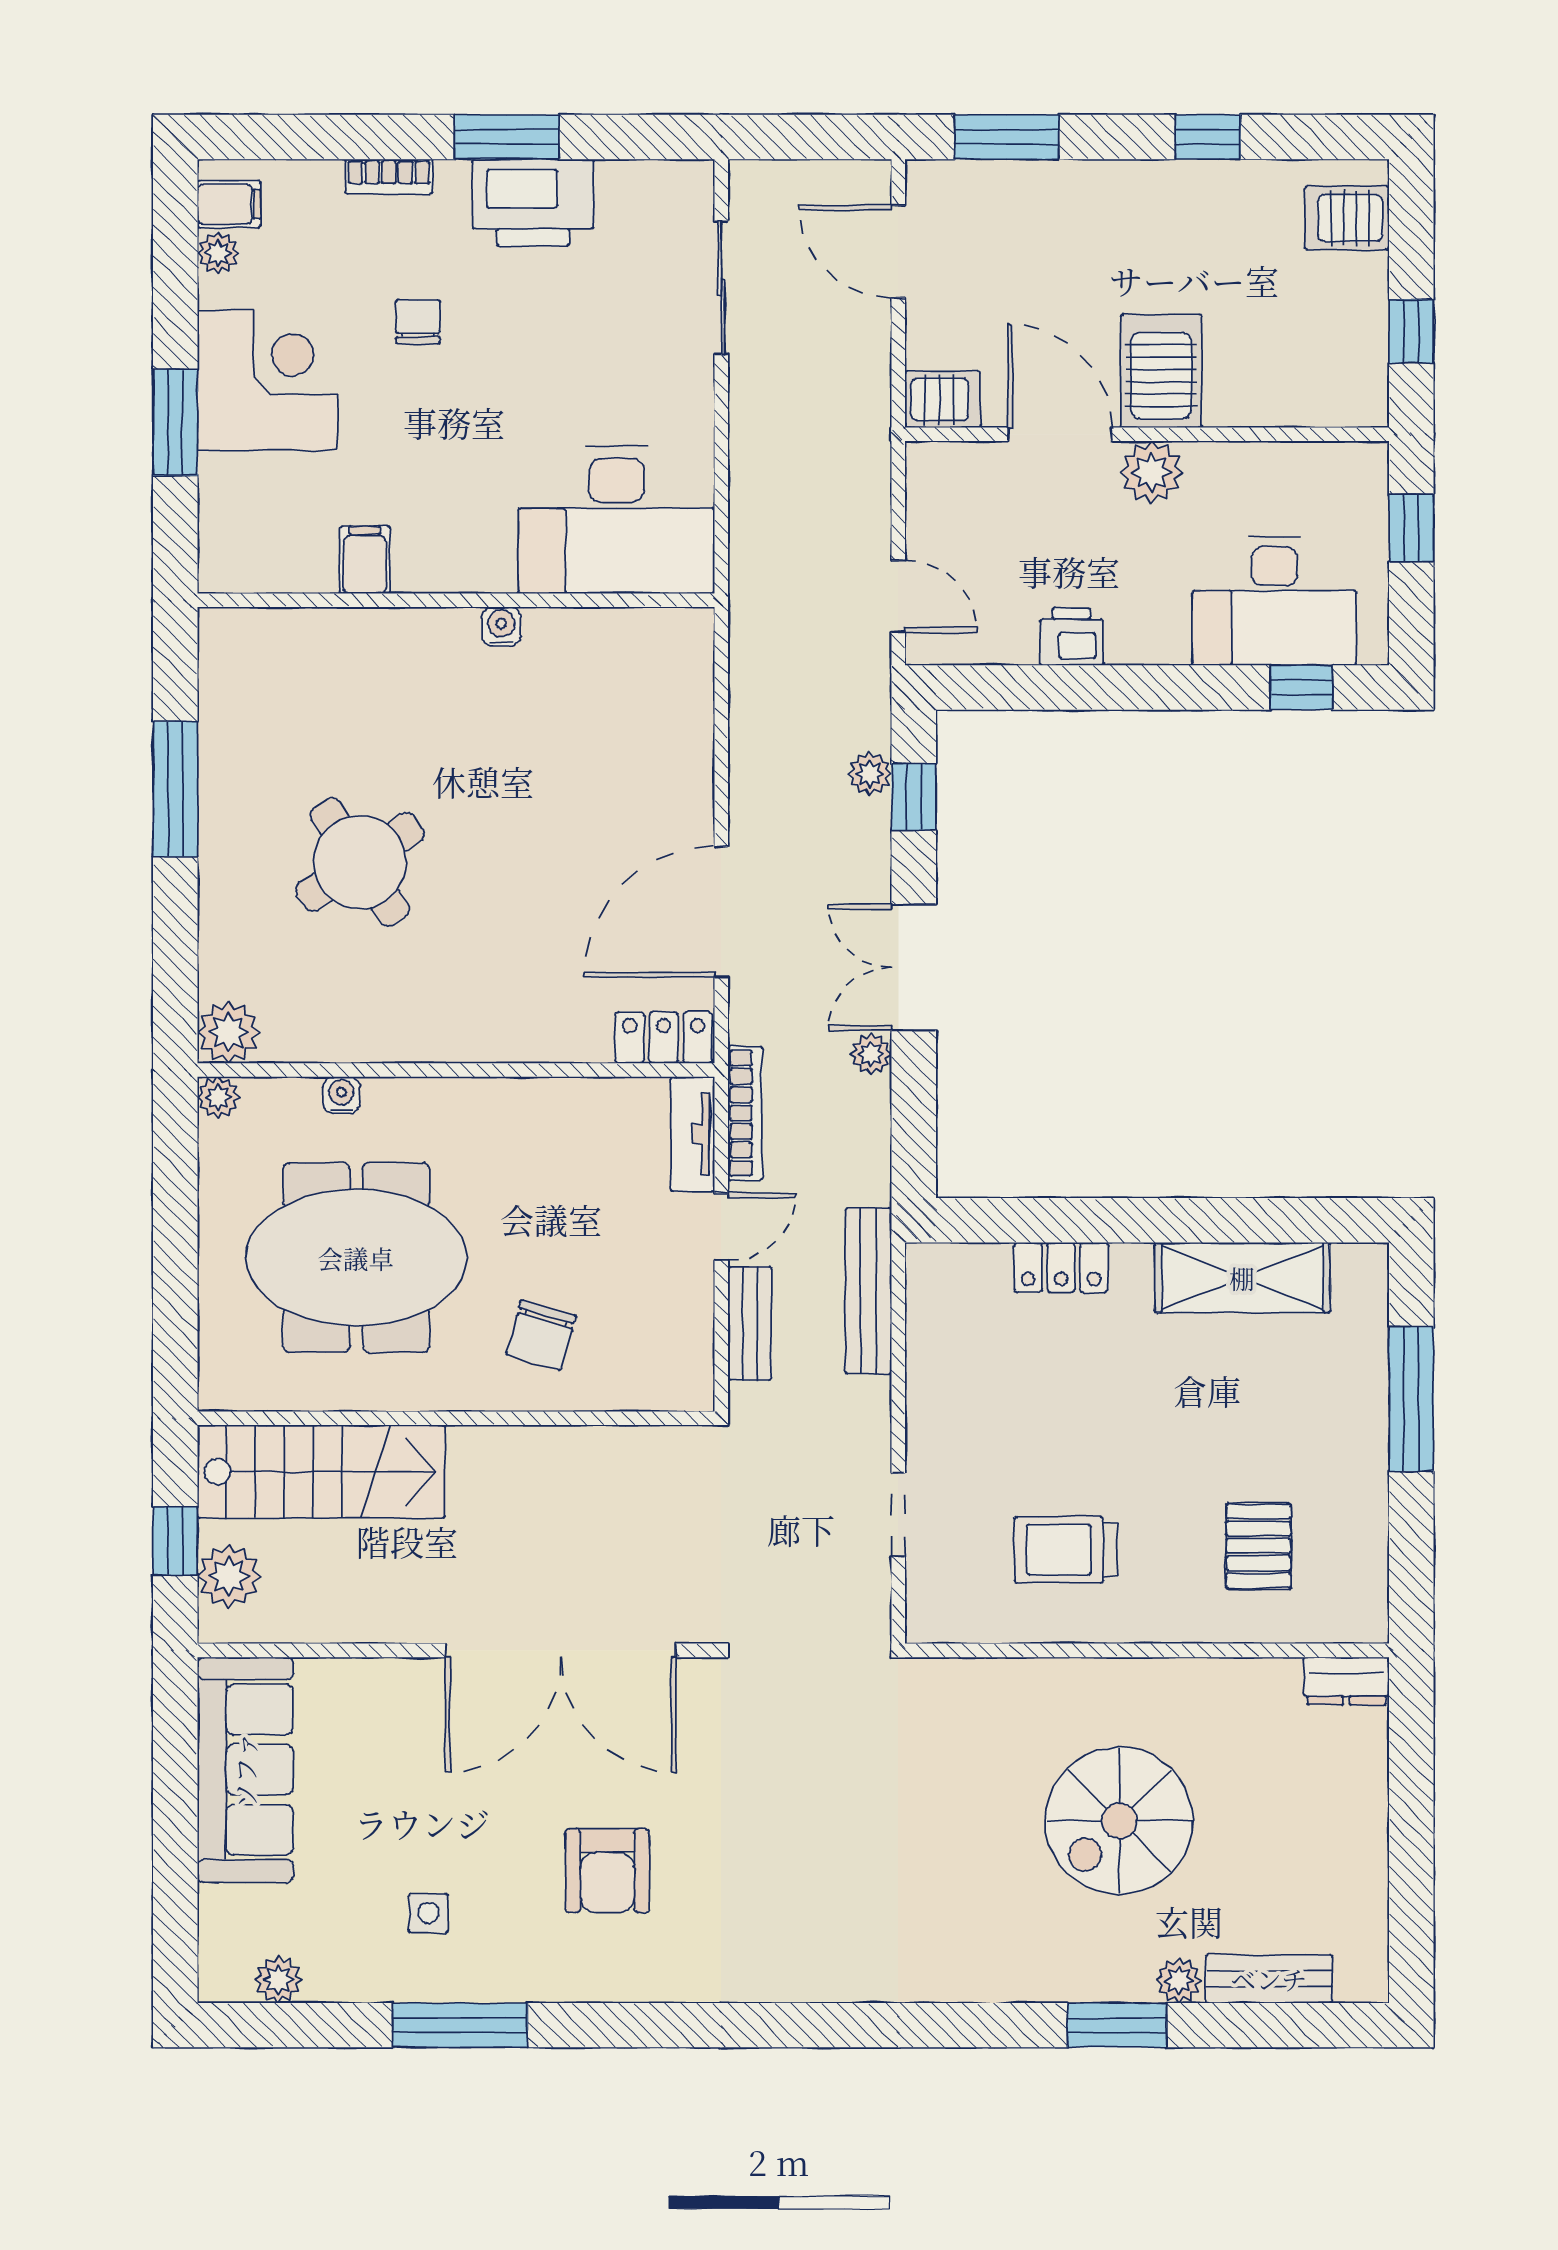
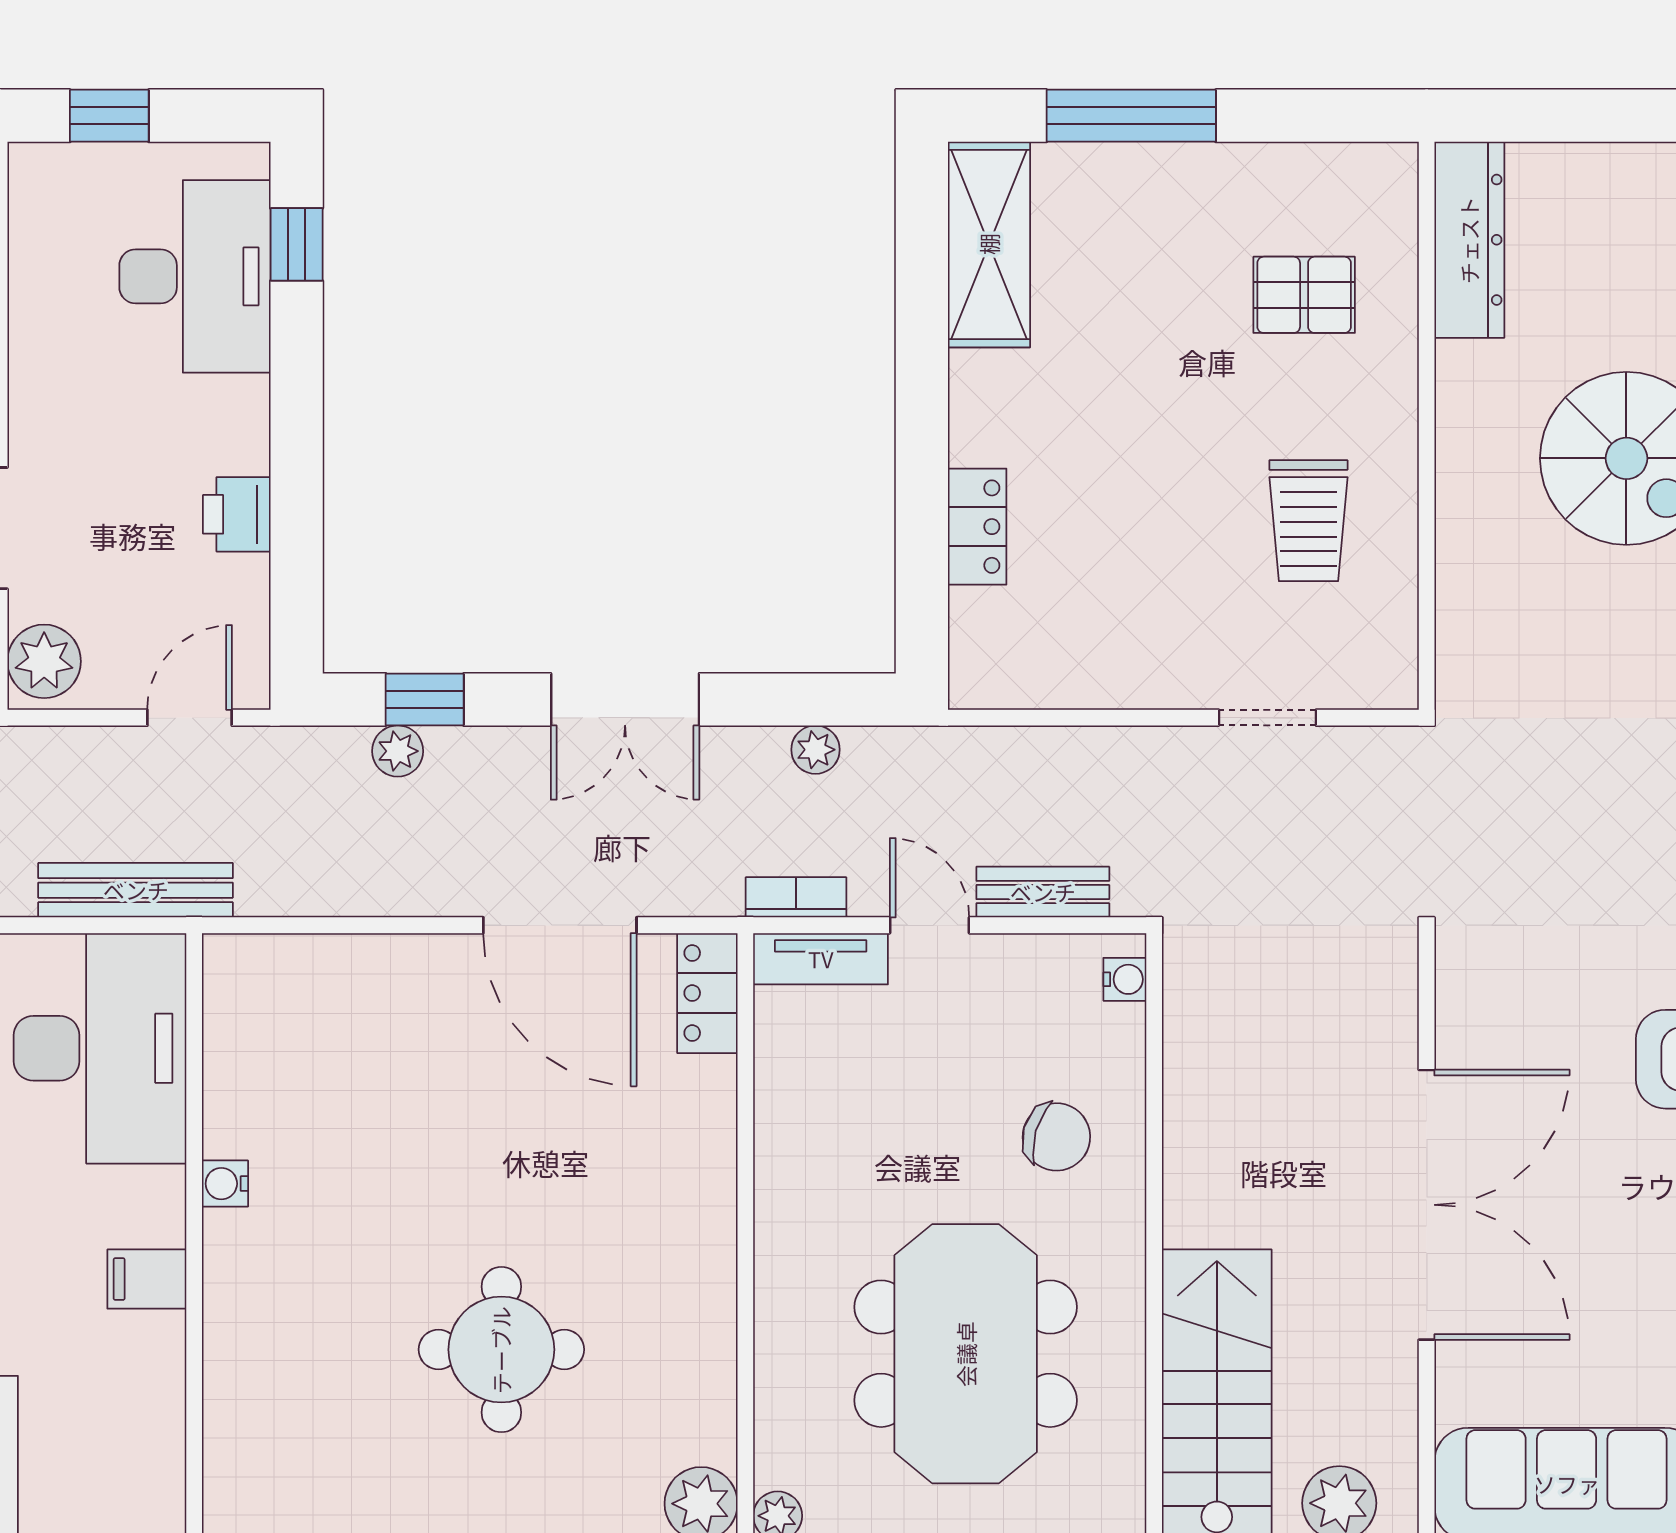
plant: (1151, 472) -> (44, 661), moved
filing cabinet: (365, 560) -> (147, 1279), moved
round table: (360, 862) -> (501, 1350), turned 34
plant: (871, 1054) -> (815, 750), moved
water cooler: (341, 1095) -> (1125, 979), moved, turned 180
bookcase: (745, 1113) -> (796, 897), width x0.64
shelving: (1242, 1278) -> (989, 244), moved
bench: (868, 1291) -> (136, 890), moved
double door: (561, 1650) -> (1427, 1205), moved
dresser: (1346, 1681) -> (1469, 240), width x1.96, depth x1.24

